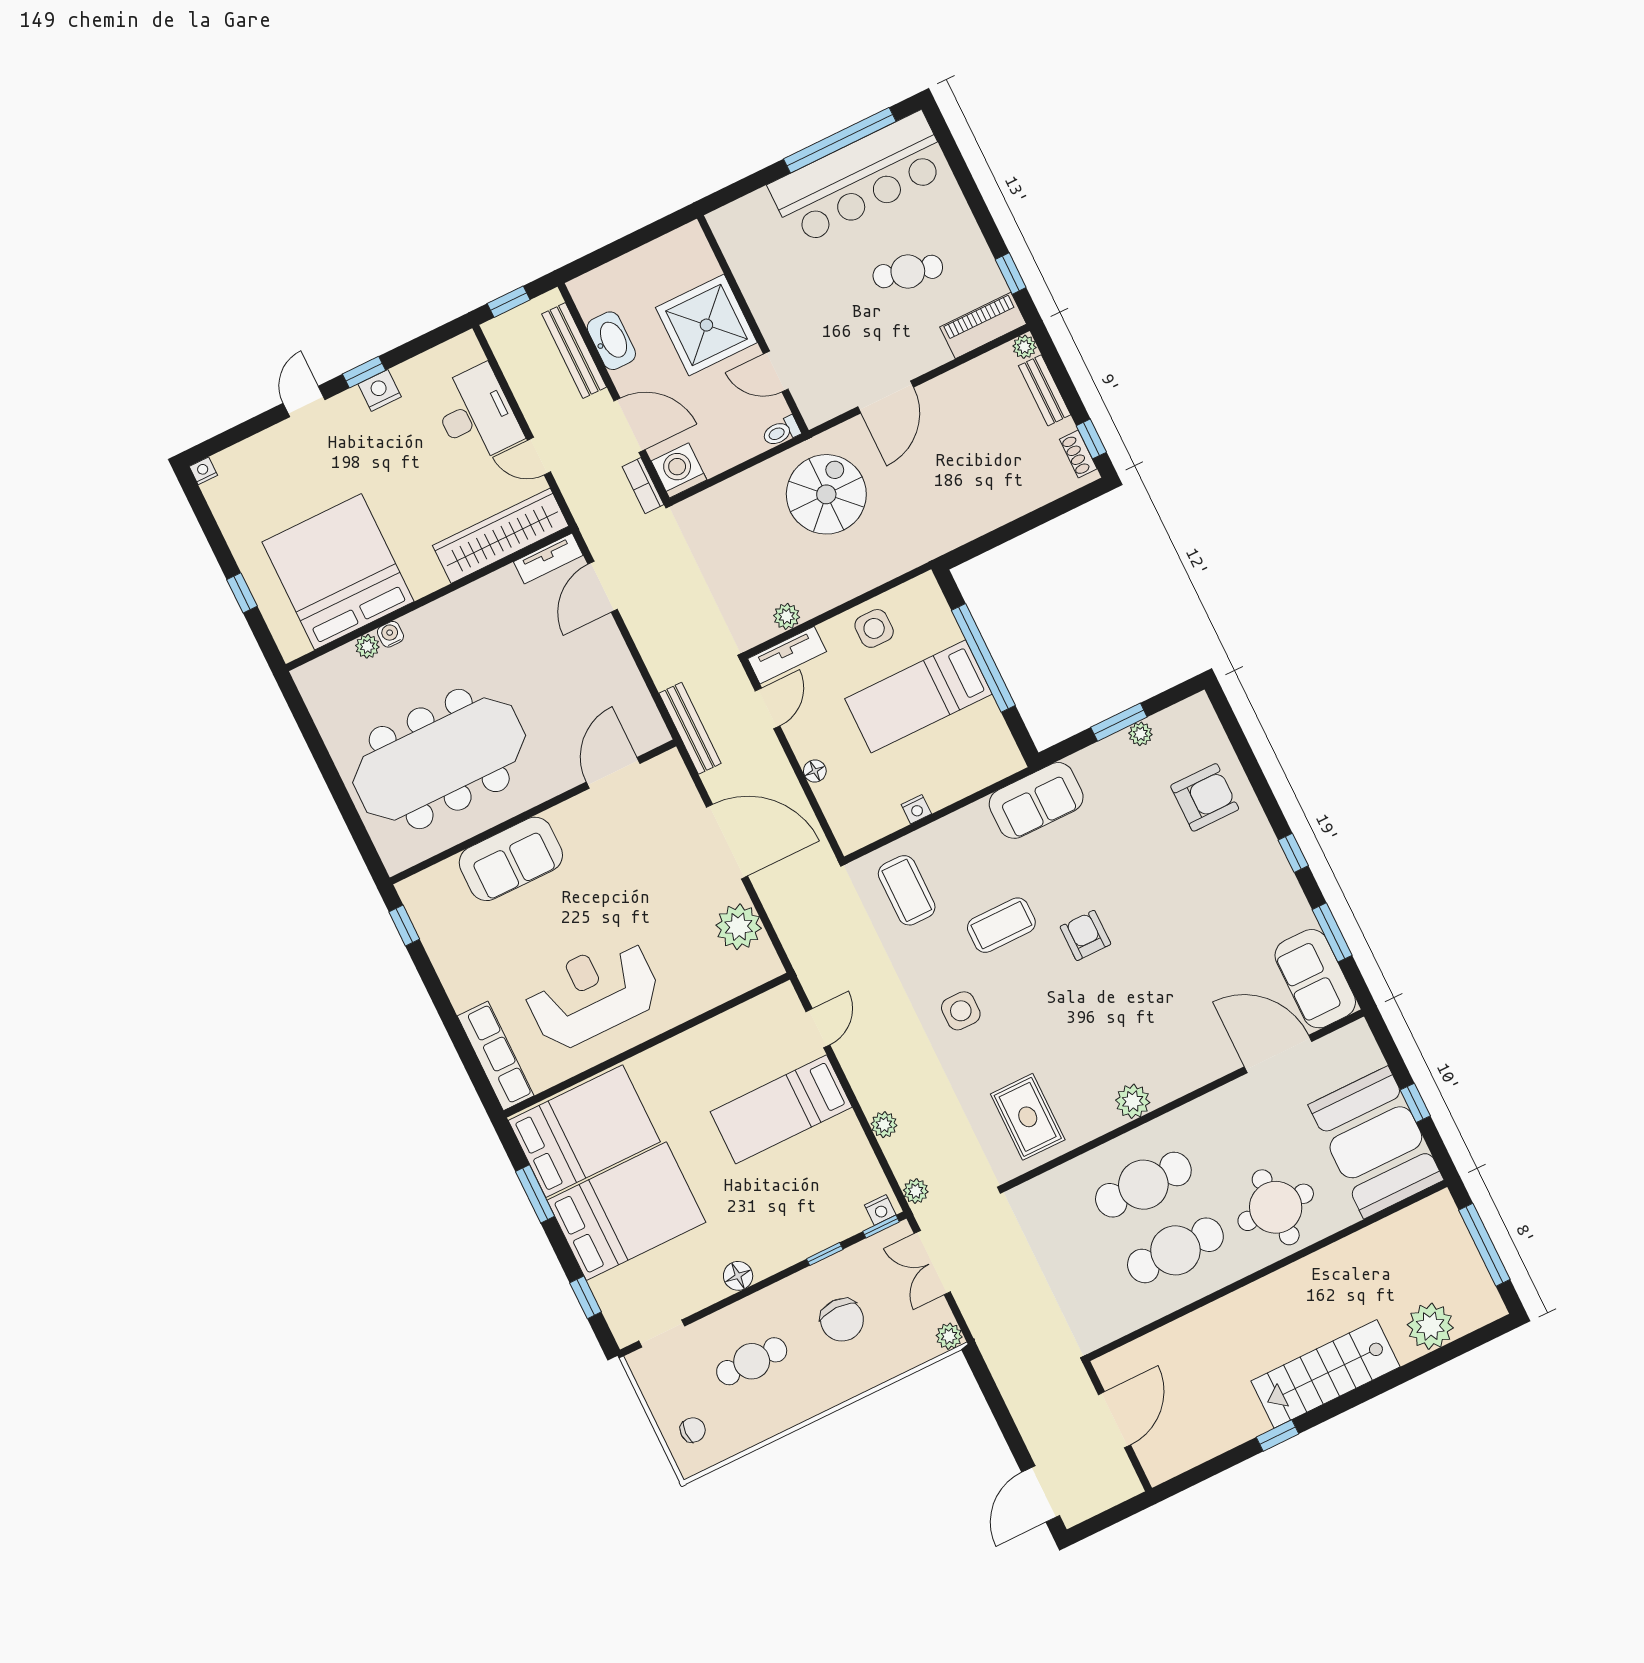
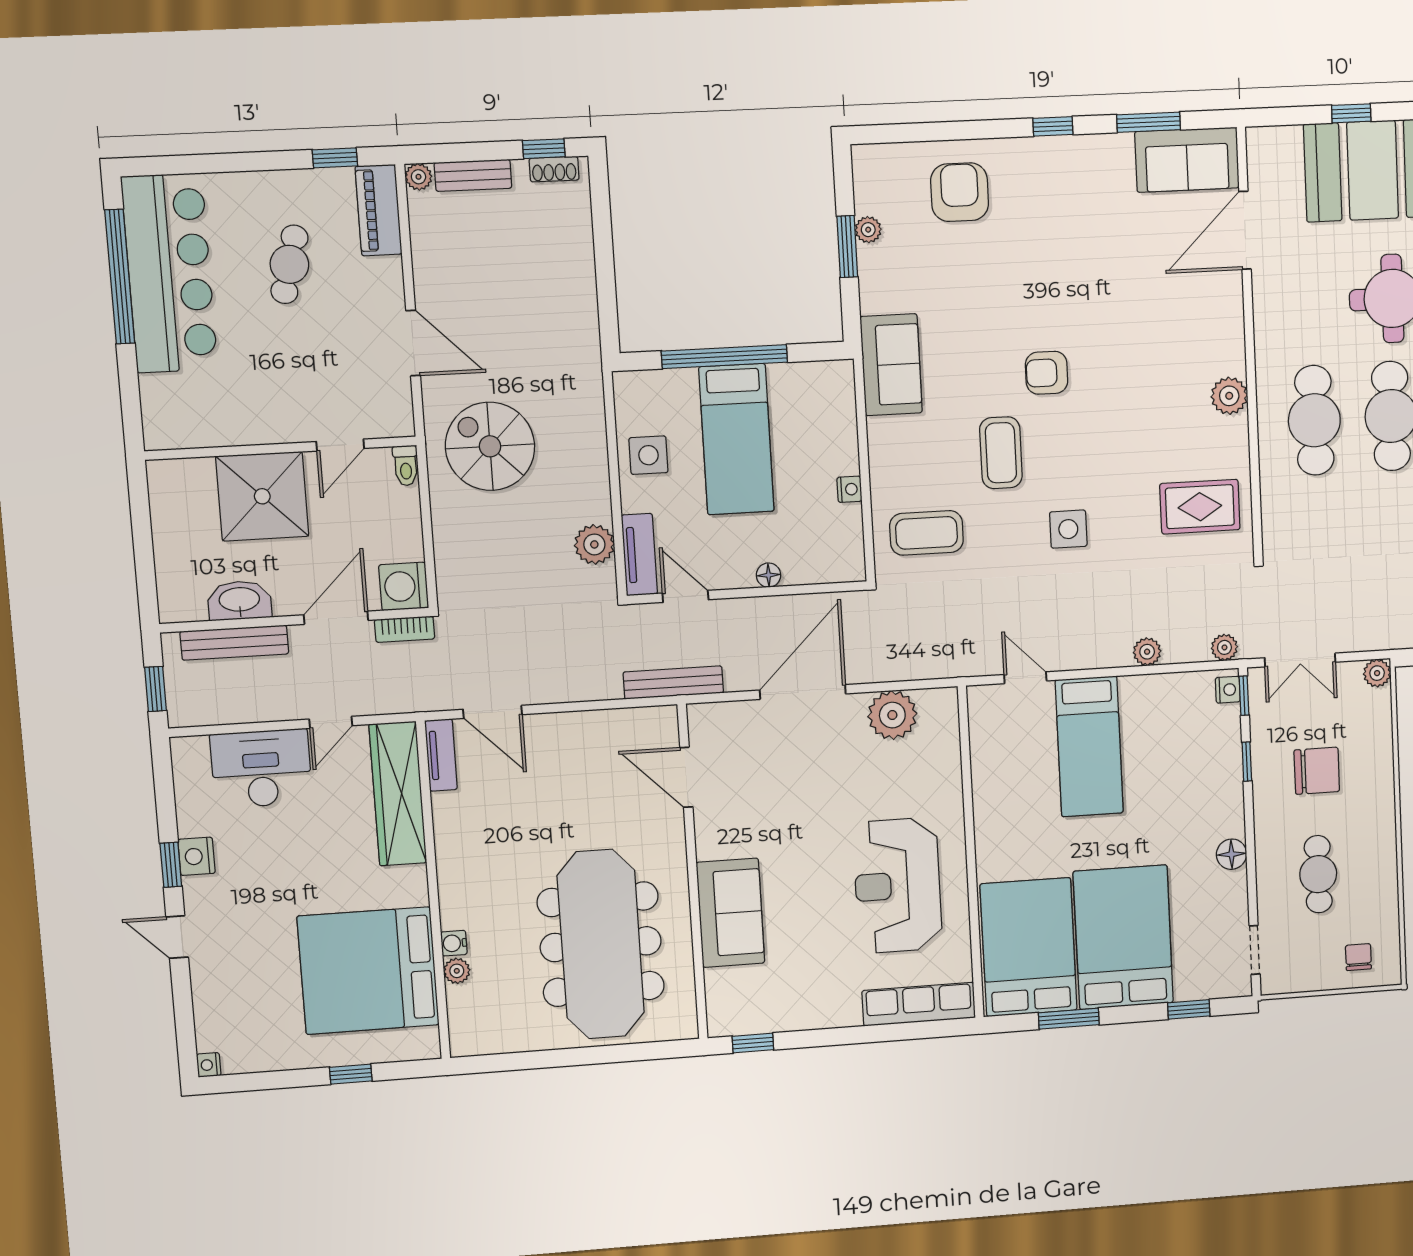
plant: (787, 616) -> (594, 544), width x1.38, depth x1.38

